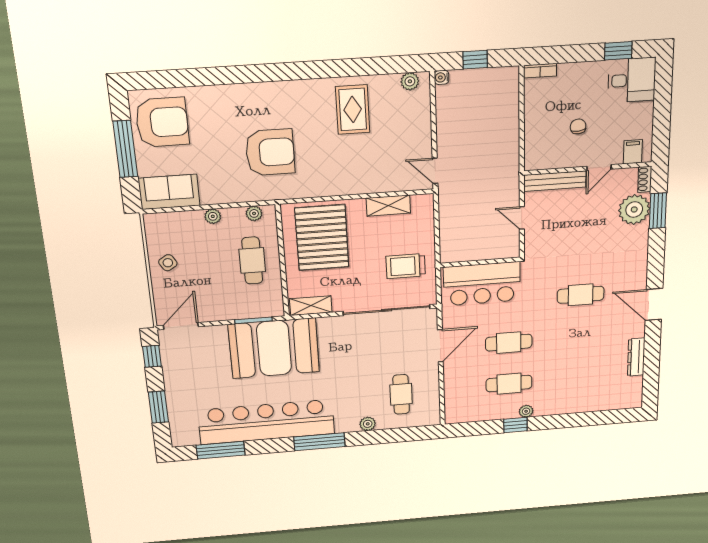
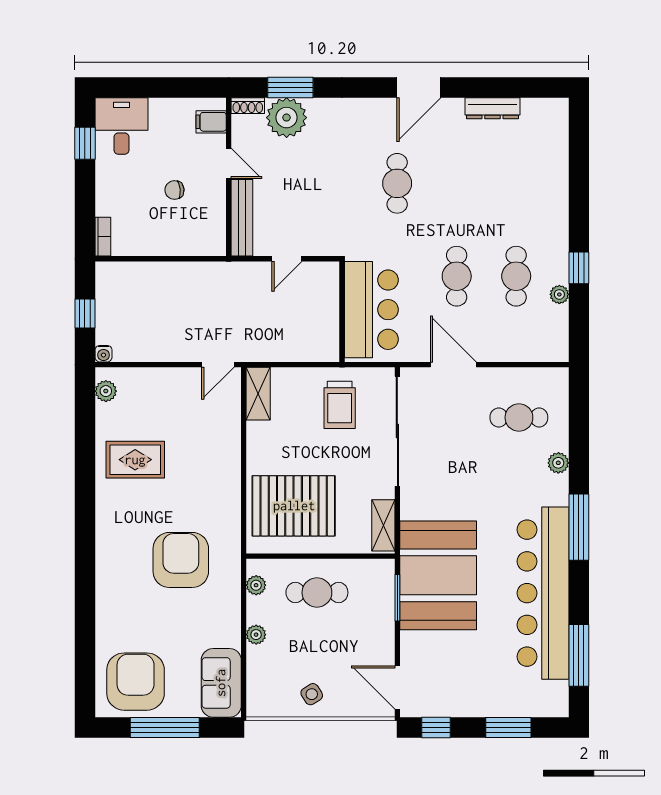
shelving: (388, 206) -> (258, 394), moved
plant: (526, 411) -> (559, 294), moved

